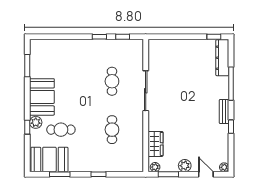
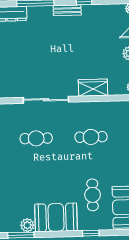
plant: (36, 122) -> (27, 225), moved
wardrobe: (155, 144) -> (93, 88), moved

